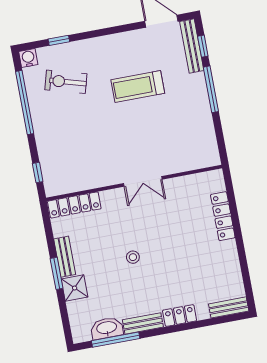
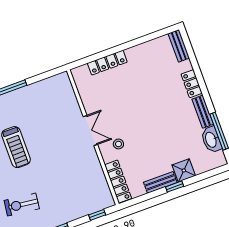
exercise bike: (66, 82) -> (22, 205), turned 81
stool: (133, 257) -> (118, 144), moved
window: (57, 273) -> (175, 187), width x0.67

